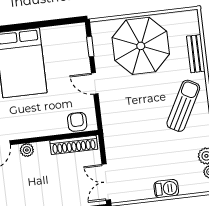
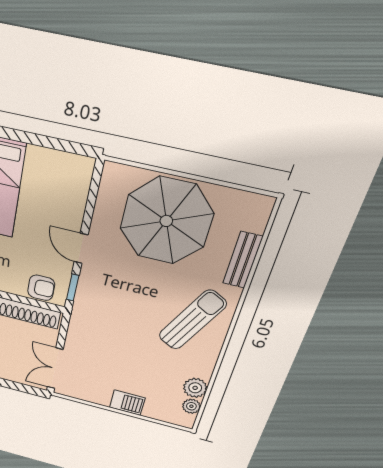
window: (90, 47) -> (73, 288), moved
armchair: (77, 122) -> (41, 288), turned 90

